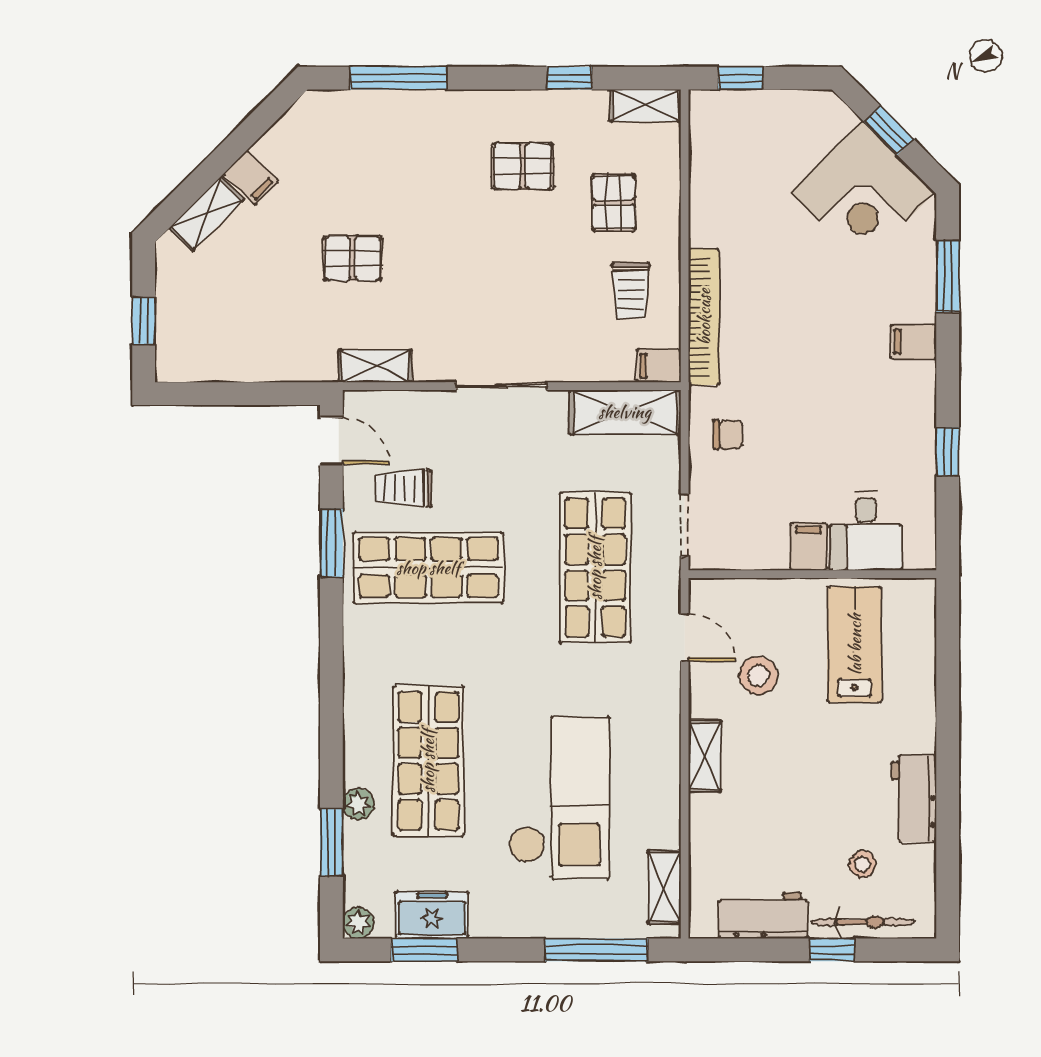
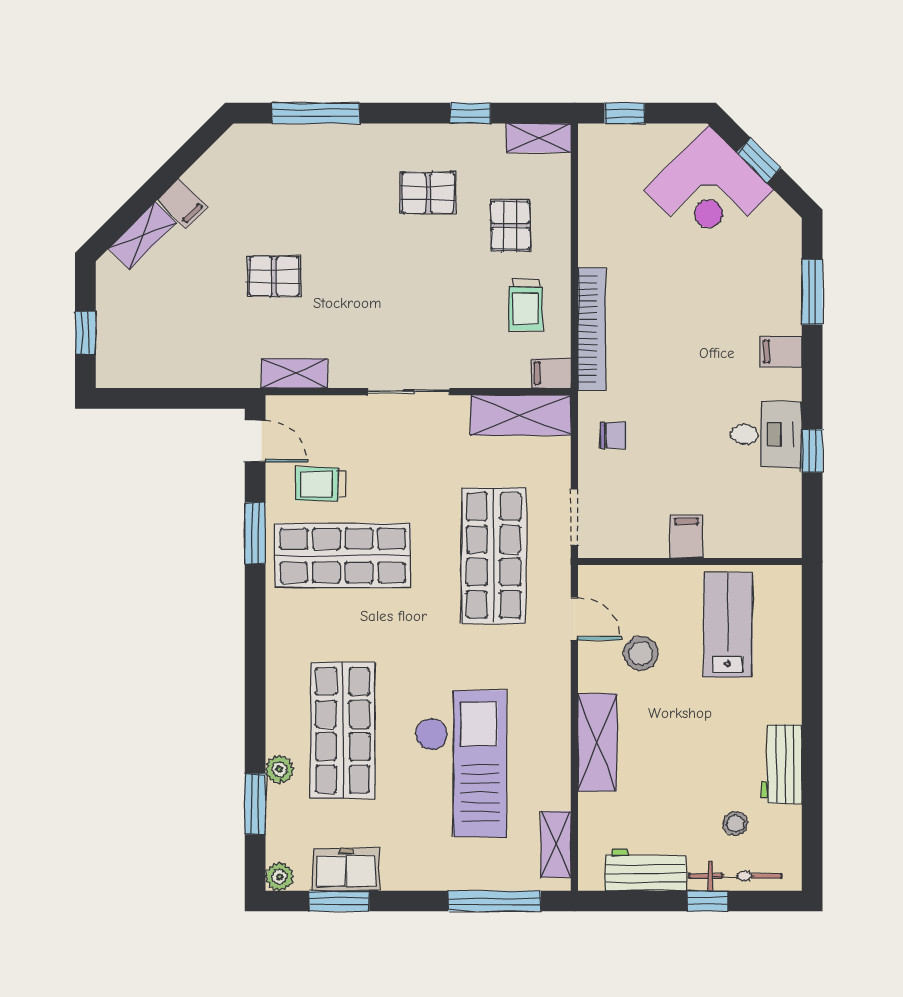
corner desk: (863, 192) -> (709, 190), moved
desk: (866, 531) -> (766, 435), moved, turned -90
shelving: (705, 756) -> (597, 742), width x1.50, depth x1.33

